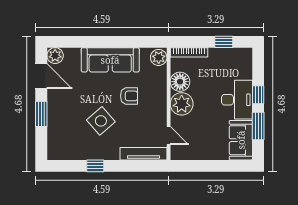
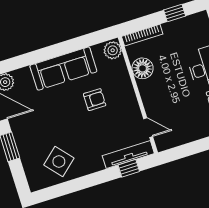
plant: (182, 104) -> (151, 91), removed
side table: (101, 121) -> (59, 162), moved
window: (95, 166) -> (129, 168), moved

